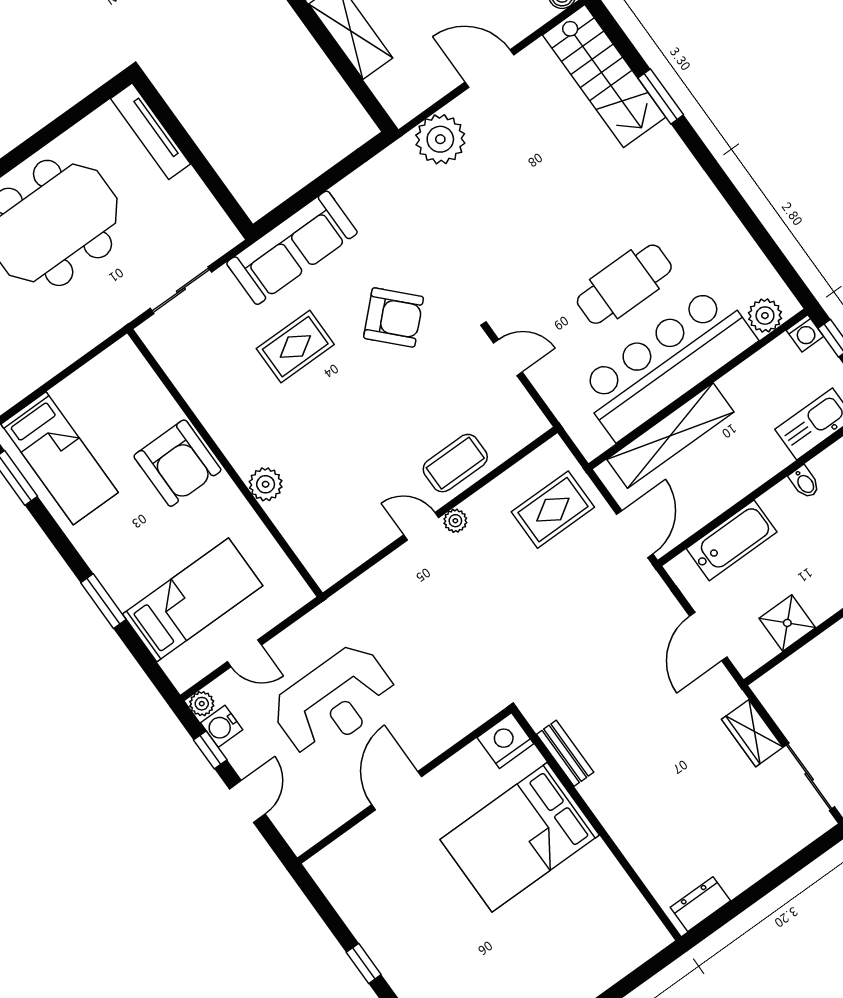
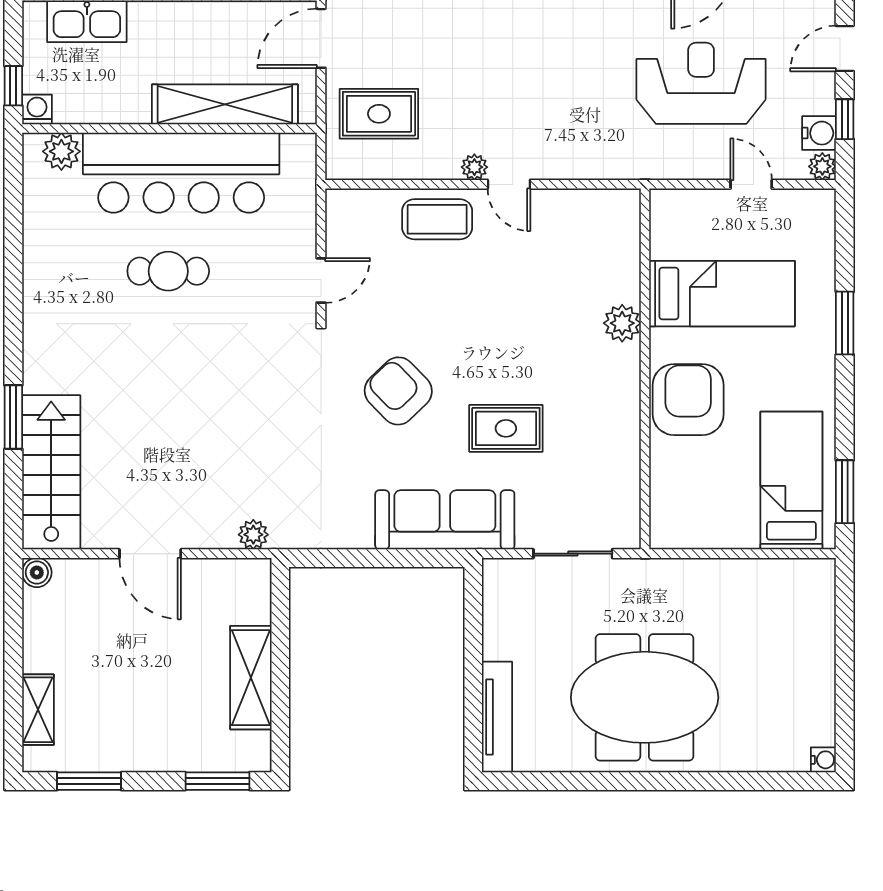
plant: (440, 139) -> (253, 535), width x0.53, depth x0.53
cafe table: (624, 284) -> (168, 271), width x0.73, depth x0.74
door: (508, 358) -> (321, 280), swing flipped
bed: (193, 600) -> (722, 294), moved, turned 180

